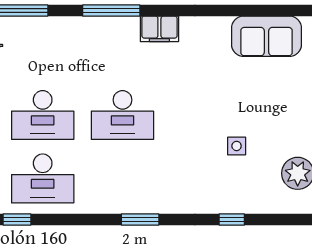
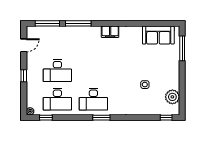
window: (111, 11) -> (78, 23), moved
desk: (122, 115) -> (93, 99), moved
window: (232, 219) -> (166, 118), moved

